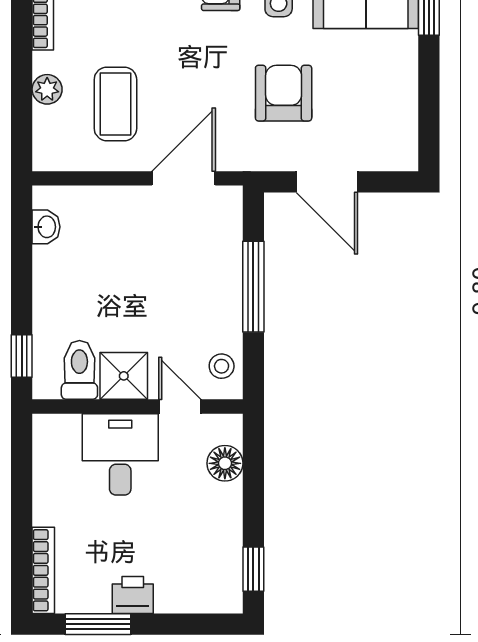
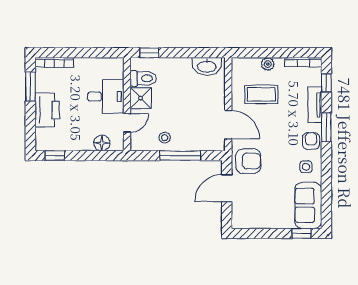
armchair: (284, 93) -> (248, 161), moved
washbasin: (46, 227) -> (207, 66), width x1.91, depth x1.45
stool: (222, 366) -> (165, 138), moved
printer: (133, 595) -> (47, 110), width x1.87, depth x1.48

